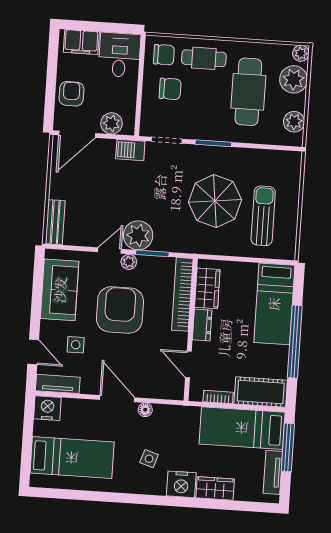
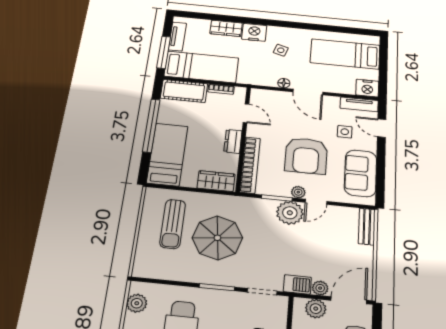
plant: (107, 147) -> (320, 288), added
wardrobe: (207, 288) -> (216, 181), moved, turned 90

